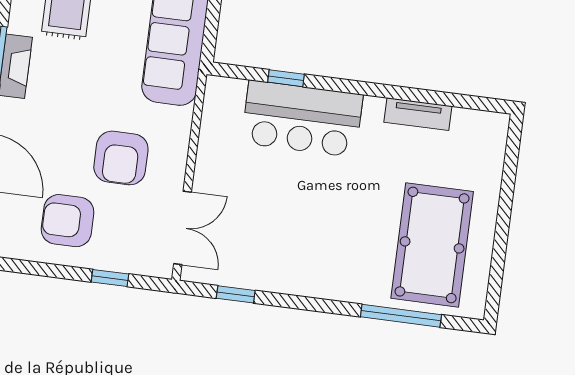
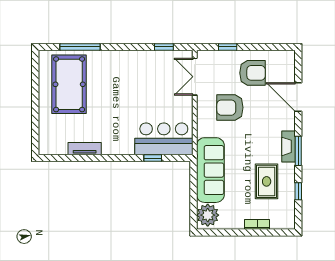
bar counter: (302, 119) -> (164, 139), moved
armchair: (121, 158) -> (230, 108), turned -90

